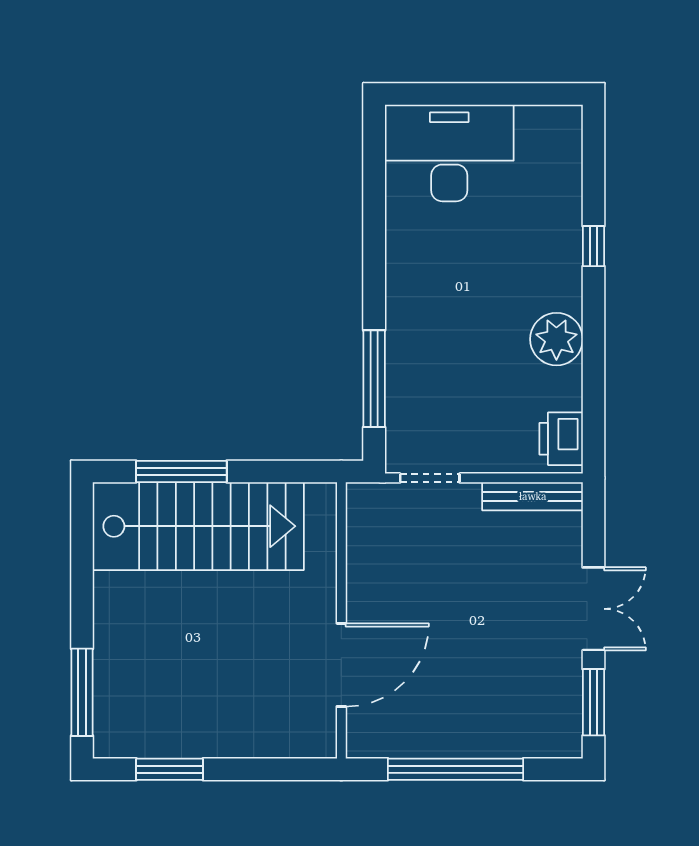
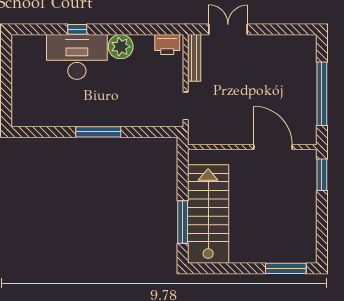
desk: (449, 153) -> (77, 57), moved, turned 90
window: (374, 379) -> (98, 132), moved
double door: (593, 609) -> (228, 29), moved
window: (593, 702) -> (290, 29), removed
window: (170, 769) -> (322, 175), moved

